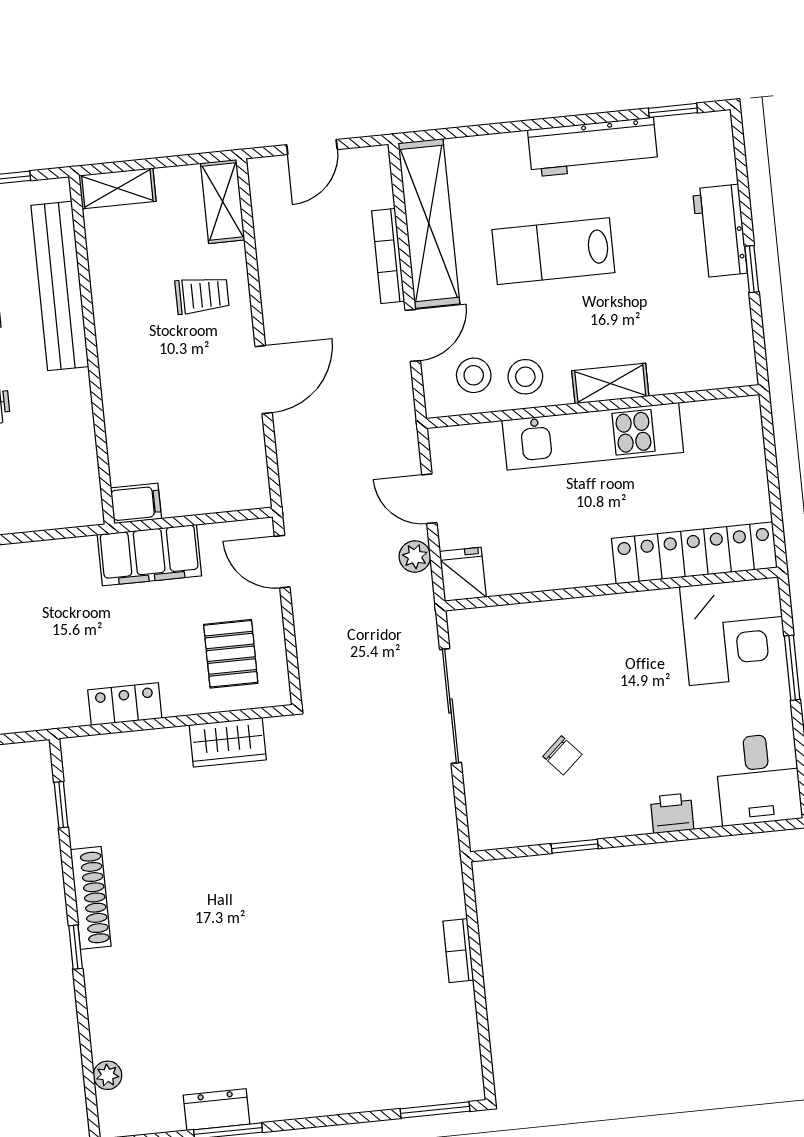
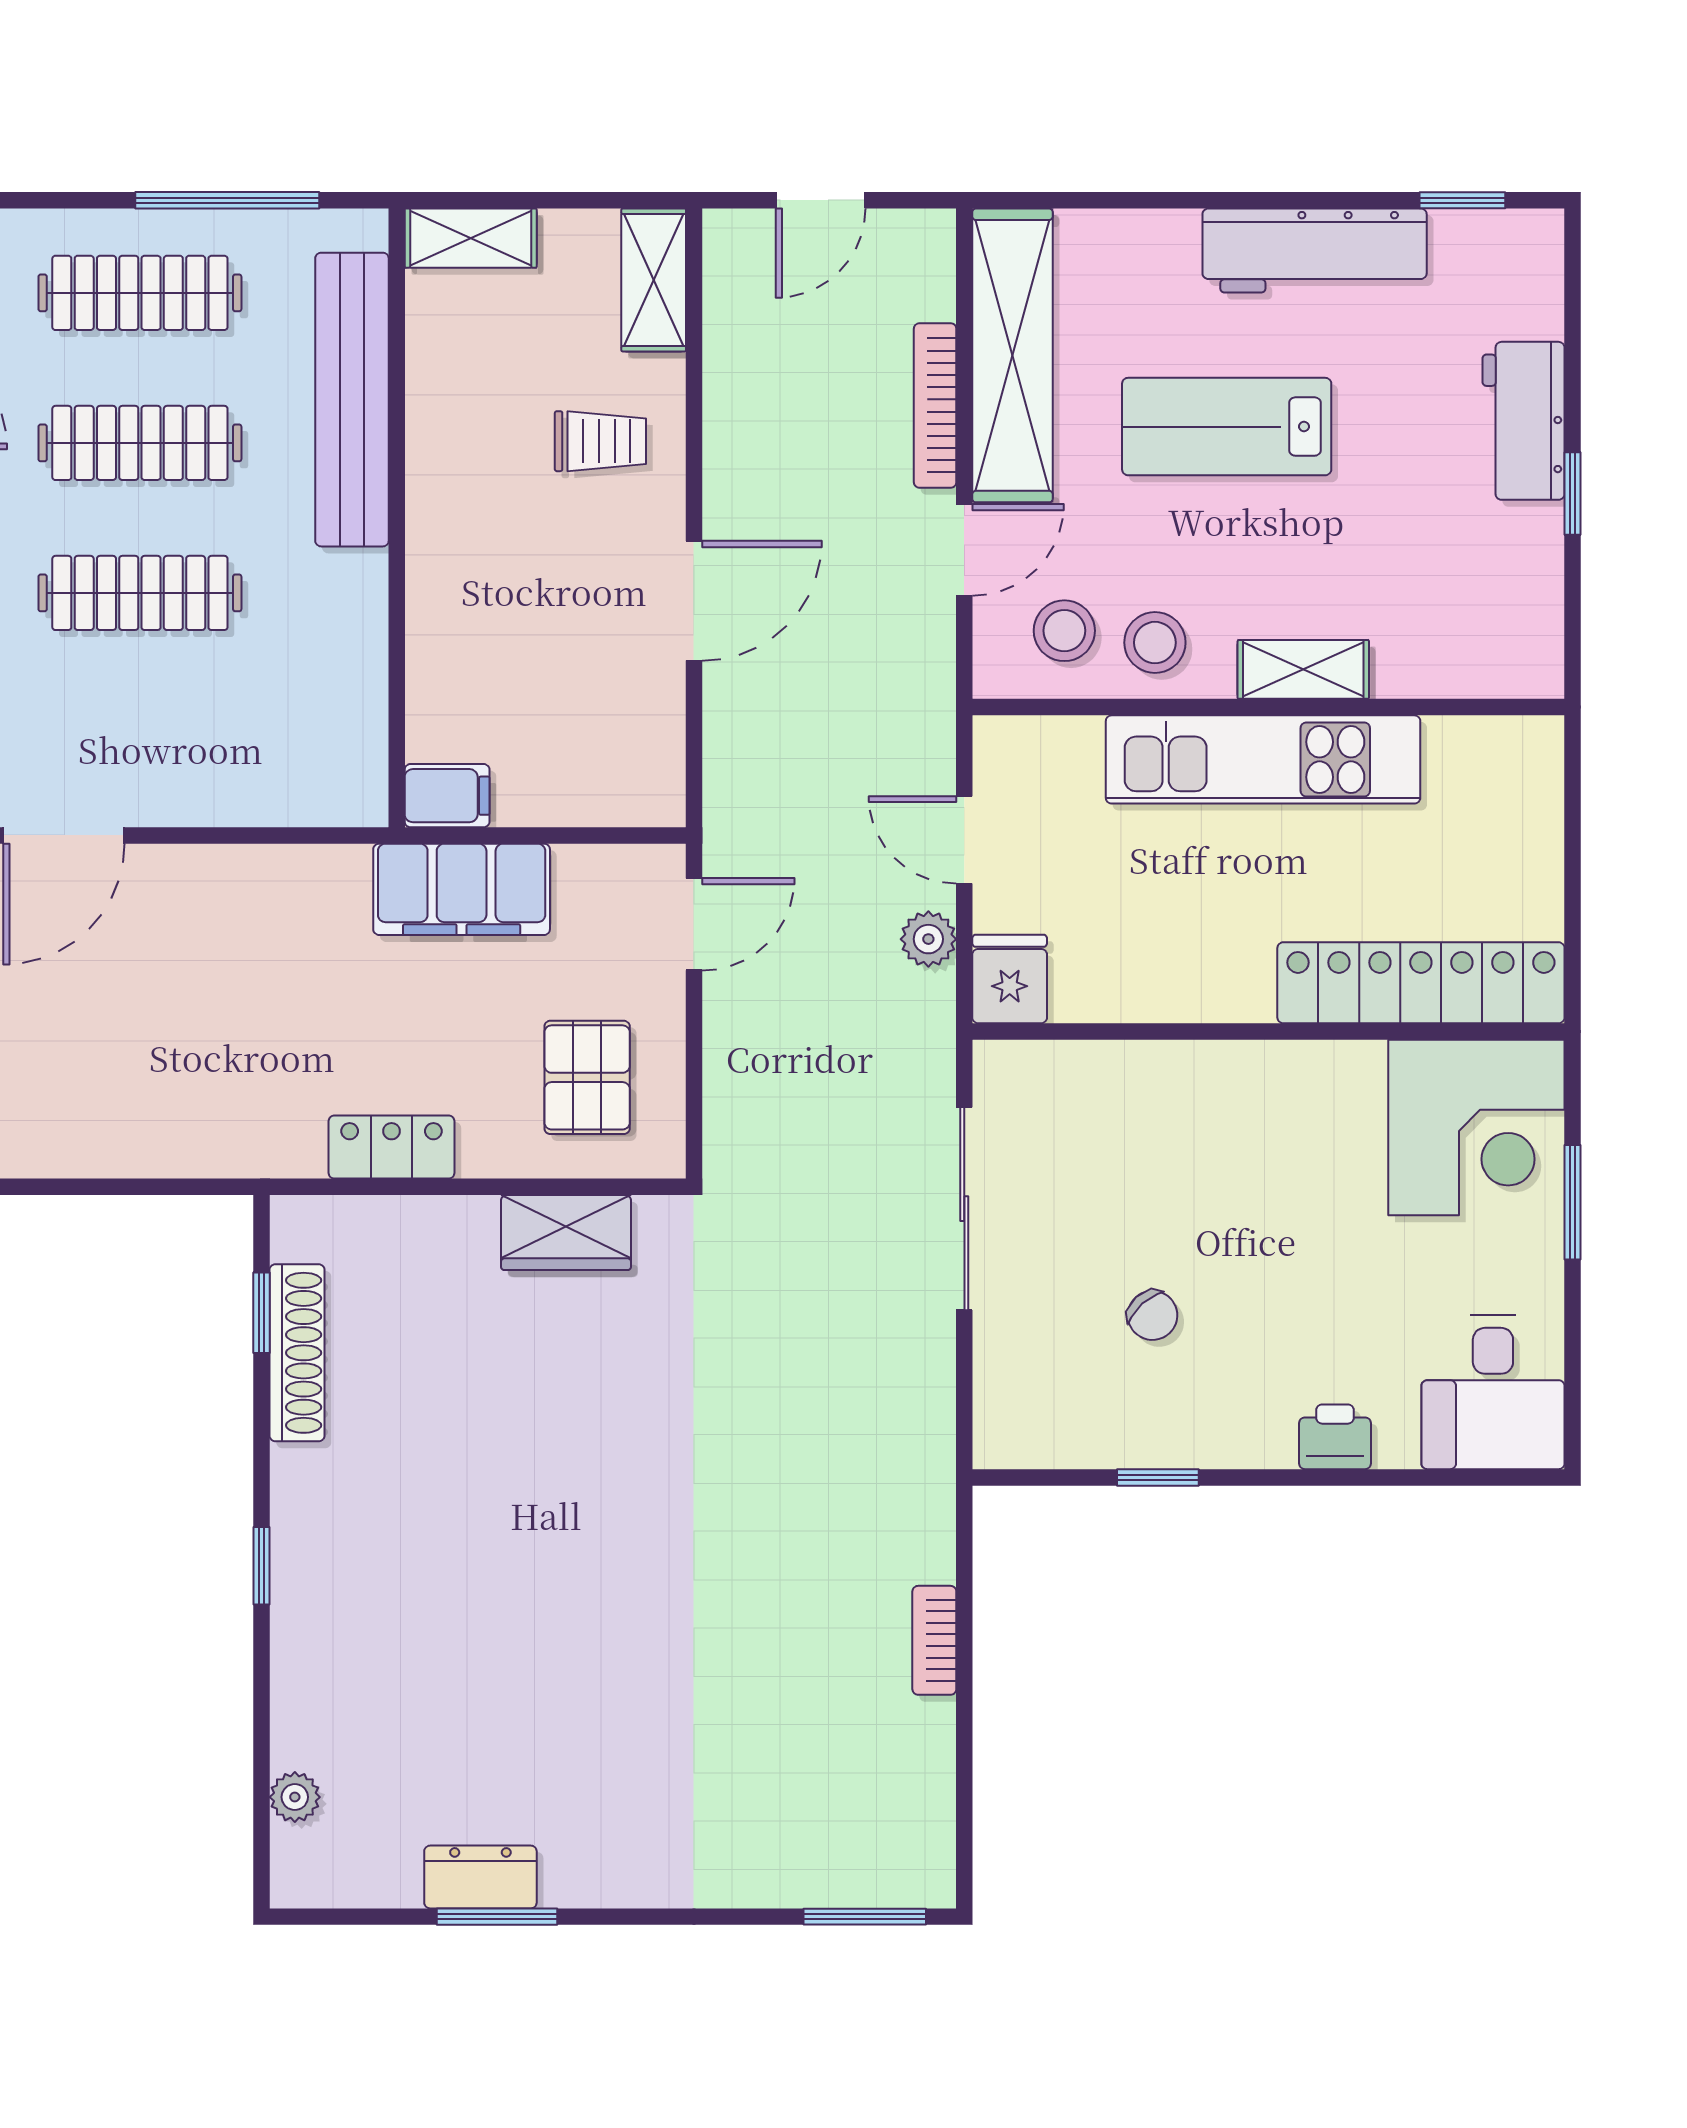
door: (282, 562) -> (694, 924), swing flipped
shoe rack: (91, 898) -> (297, 1353), moved

